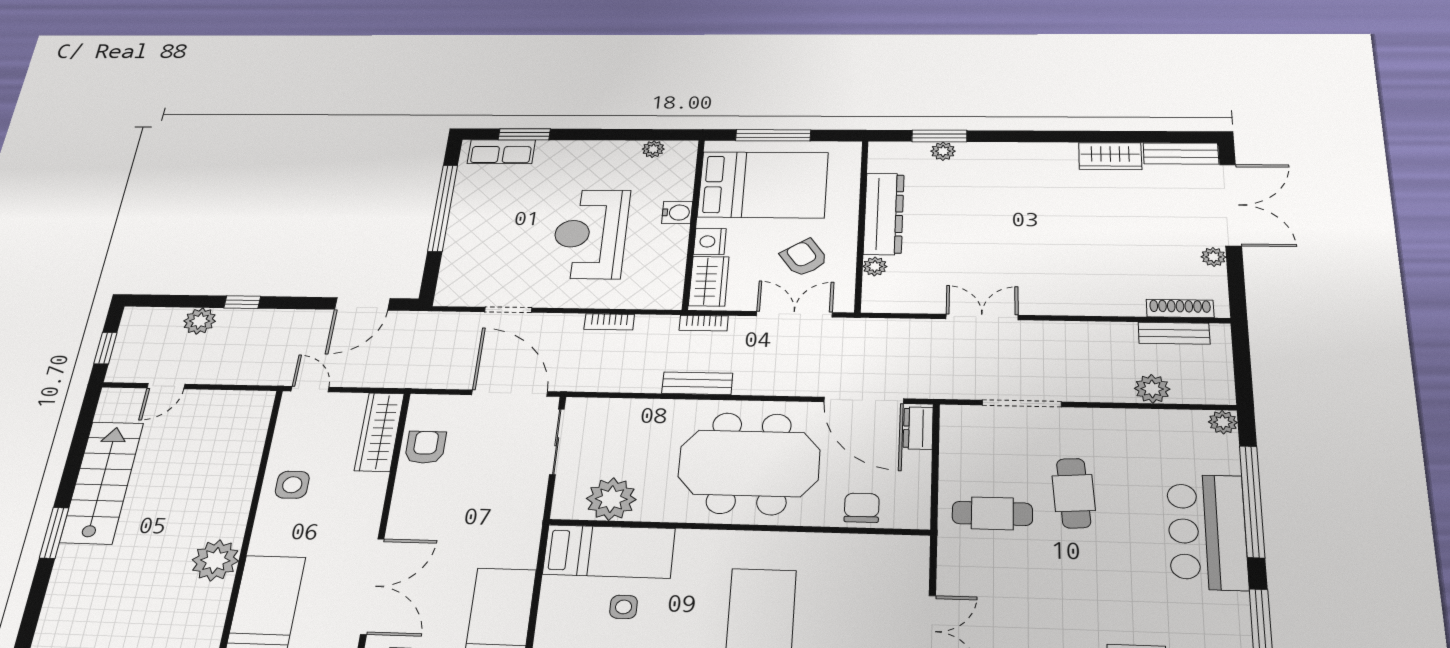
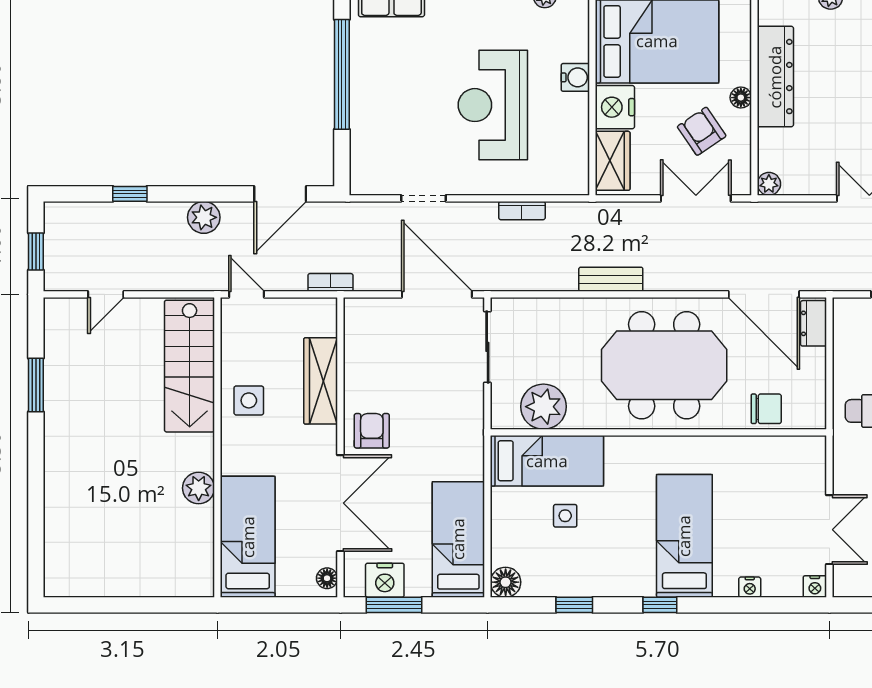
floor lamp: (847, 230) -> (741, 98), added
nightstand: (710, 241) -> (615, 107), width x1.36, depth x1.33
plant: (875, 266) -> (769, 184), moved
window: (242, 302) -> (130, 194), moved
plant: (200, 321) -> (204, 217), moved
bookcase: (704, 323) -> (330, 282), moved, turned 180
wardrobe: (379, 432) -> (321, 381), moved
armchair: (425, 447) -> (372, 431), moved
stairs: (102, 482) -> (190, 366), moved, turned 180
chair: (862, 508) -> (766, 409), turned 90
window: (54, 533) -> (36, 385), moved
plant: (215, 560) -> (199, 488), width x0.73, depth x0.73

